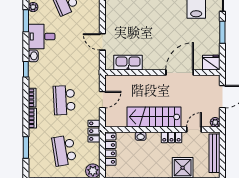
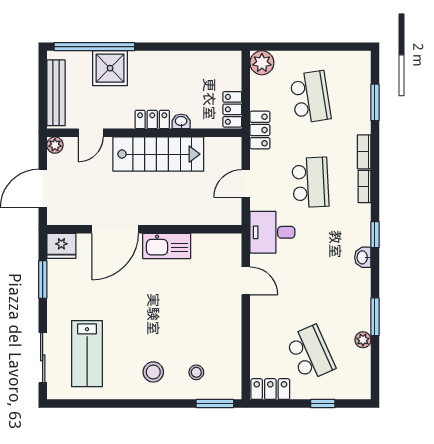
window: (222, 32) -> (43, 279), moved
desk: (42, 37) -> (272, 232), moved, turned 180
kitchen sink: (128, 63) -> (167, 246), moved
locker: (171, 137) -> (152, 119), moved
locker: (110, 149) -> (232, 109), width x0.66

